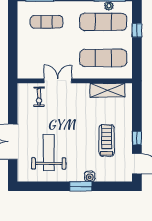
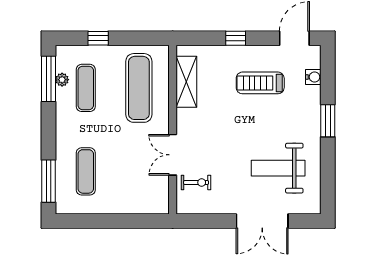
exercise mat: (103, 22) -> (86, 88), width x0.73, depth x0.69
window: (137, 138) -> (236, 38), moved
water cooler: (90, 176) -> (313, 77), moved

